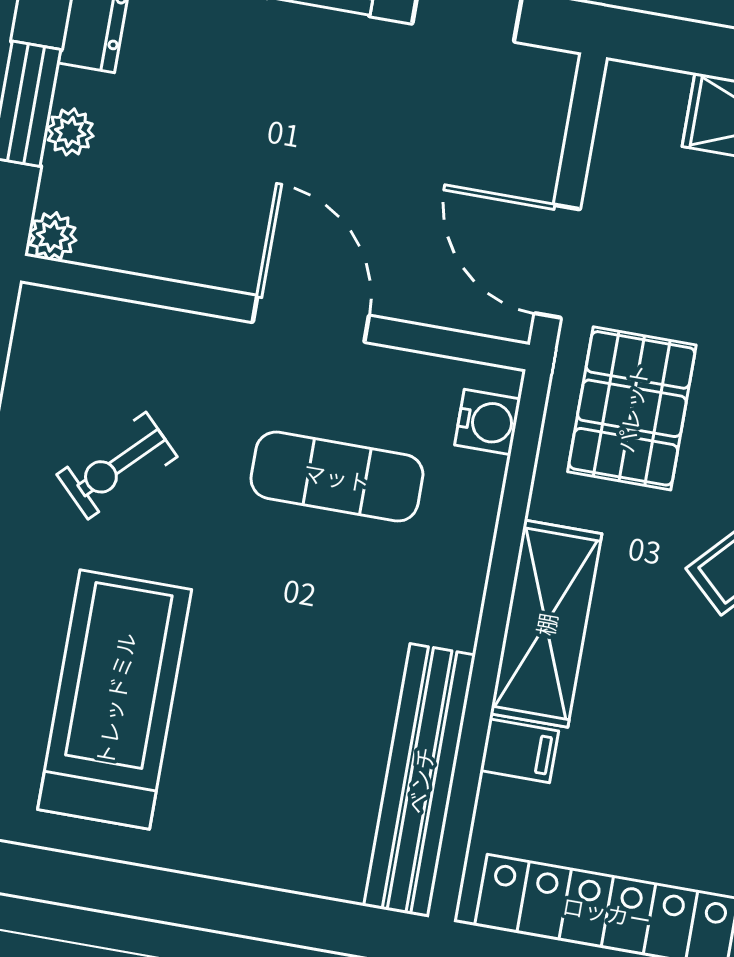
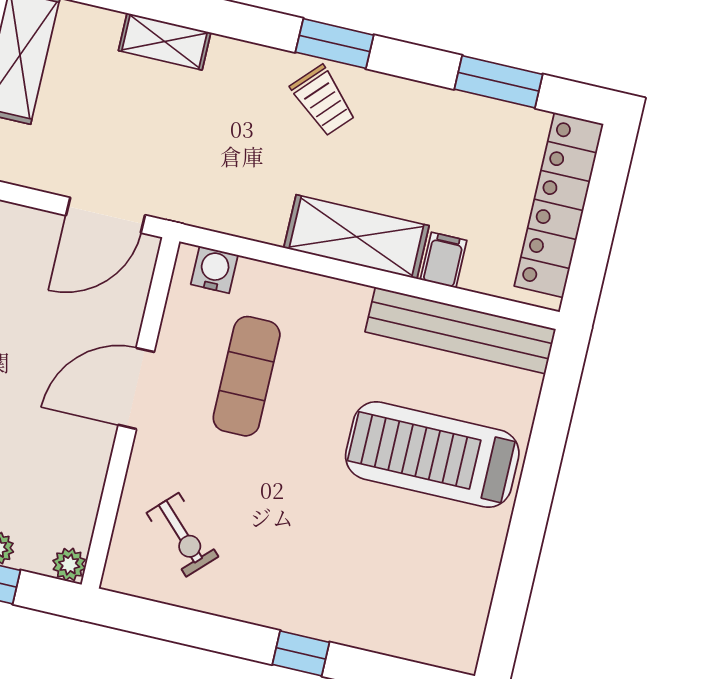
pallet: (632, 408) -> (210, 169), removed
exercise bike: (117, 466) -> (182, 535), moved
treadmill: (115, 699) -> (432, 455), moved

